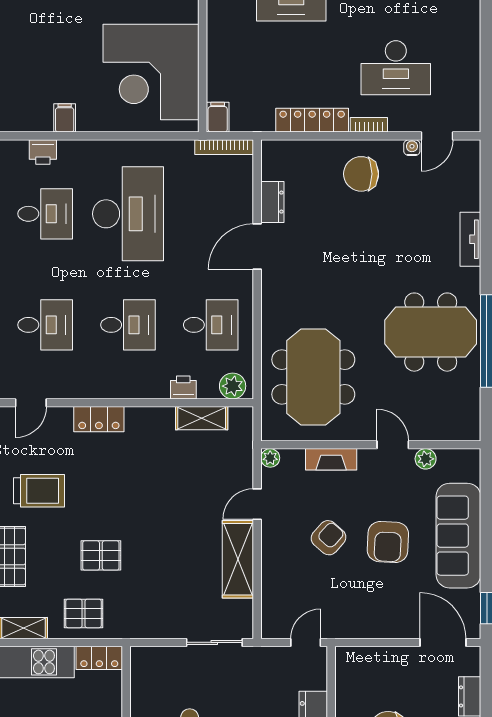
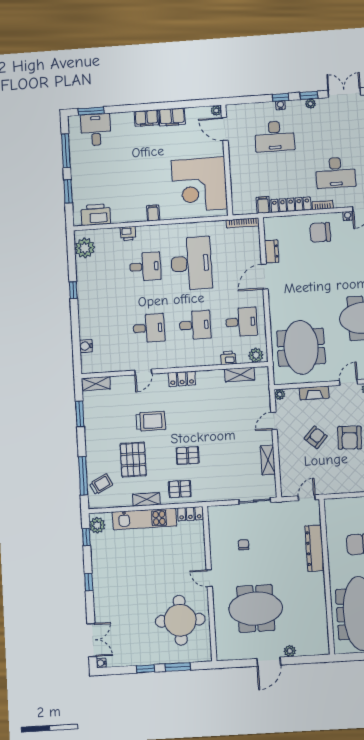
filing cabinet: (218, 117) -> (263, 205), moved
printer: (43, 152) -> (128, 233), moved
door: (393, 445) -> (349, 382), hinge flipped
shelving: (238, 559) -> (268, 460), width x0.67, depth x0.75

